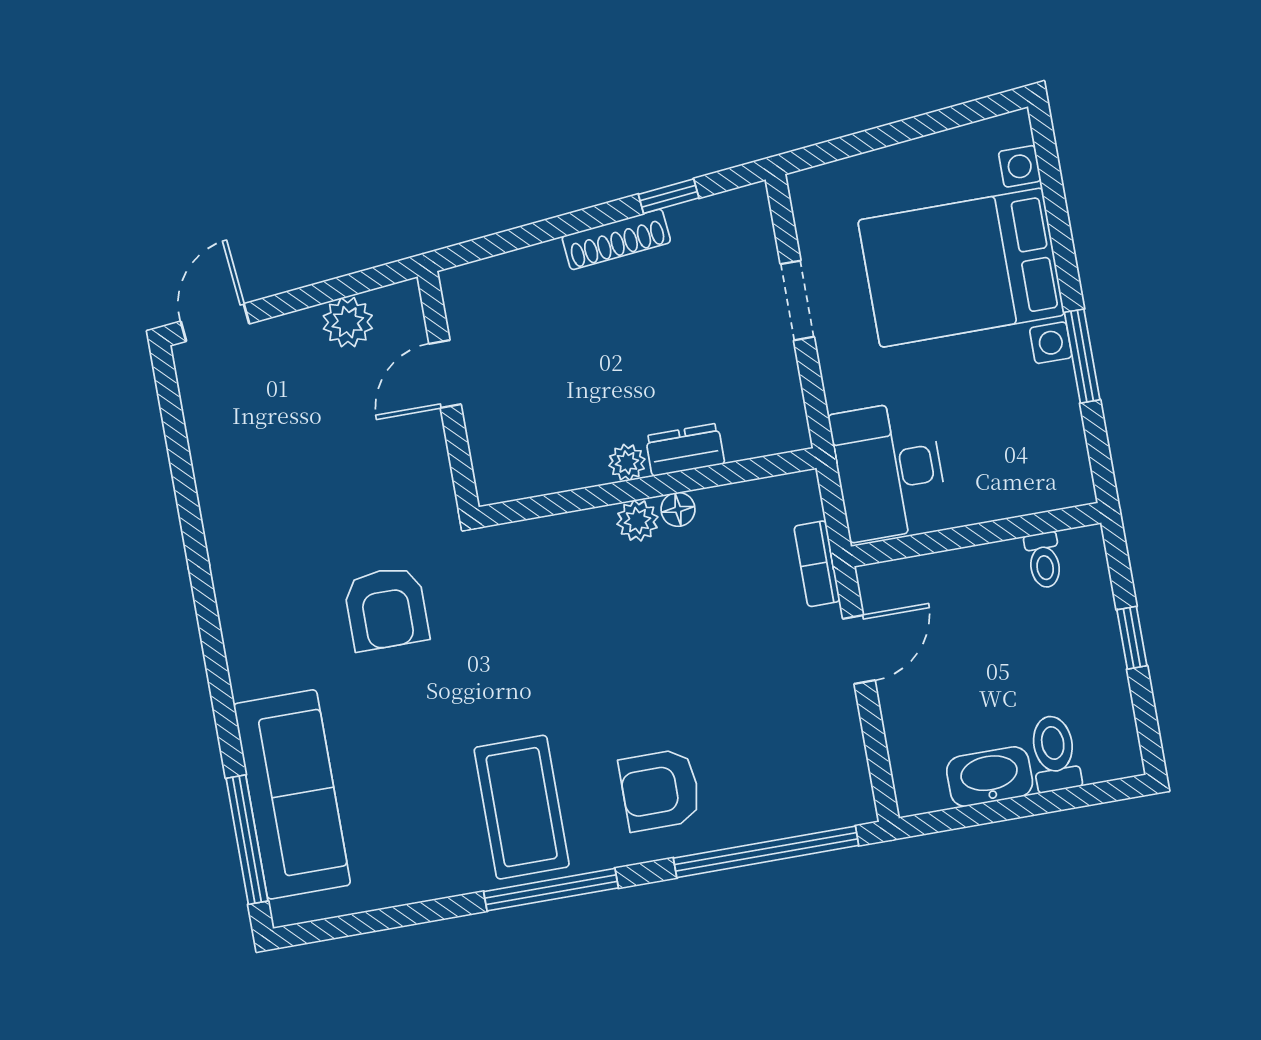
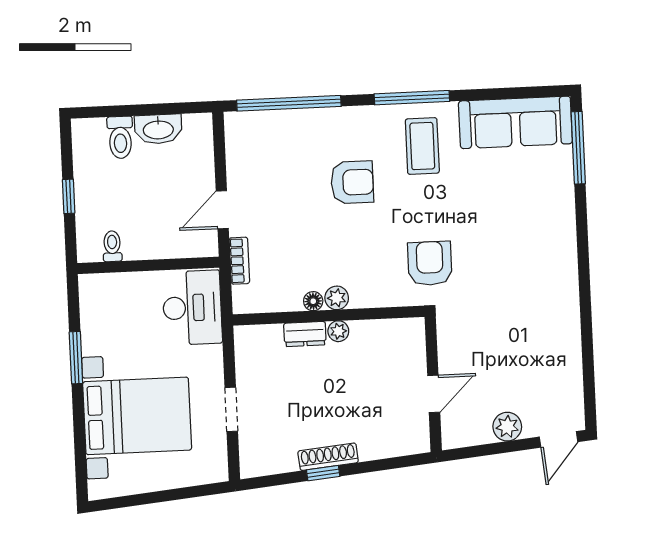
window: (669, 196) -> (323, 473), moved
plant: (348, 322) -> (507, 427), moved
armchair: (386, 608) -> (430, 263), moved
armchair: (660, 790) -> (352, 182), moved
sofa: (292, 794) -> (515, 122), moved, turned -90
coffee table: (522, 807) -> (422, 146), width x0.73, depth x0.76

